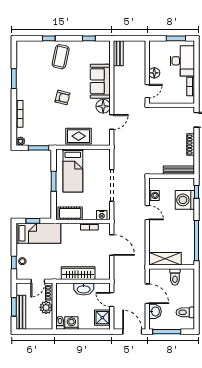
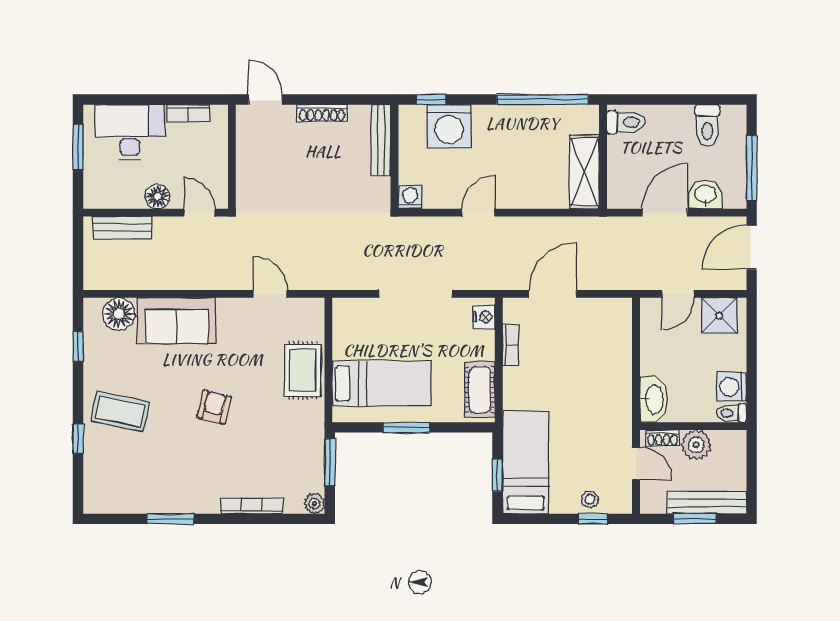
bench: (118, 53) -> (122, 228), moved
floor lamp: (103, 106) -> (119, 314), moved
washing machine: (154, 195) -> (410, 197), moved
wardrobe: (78, 273) -> (617, 371), removed
toilet: (175, 277) -> (626, 122), moved
washbasin: (84, 289) -> (654, 400), moved

